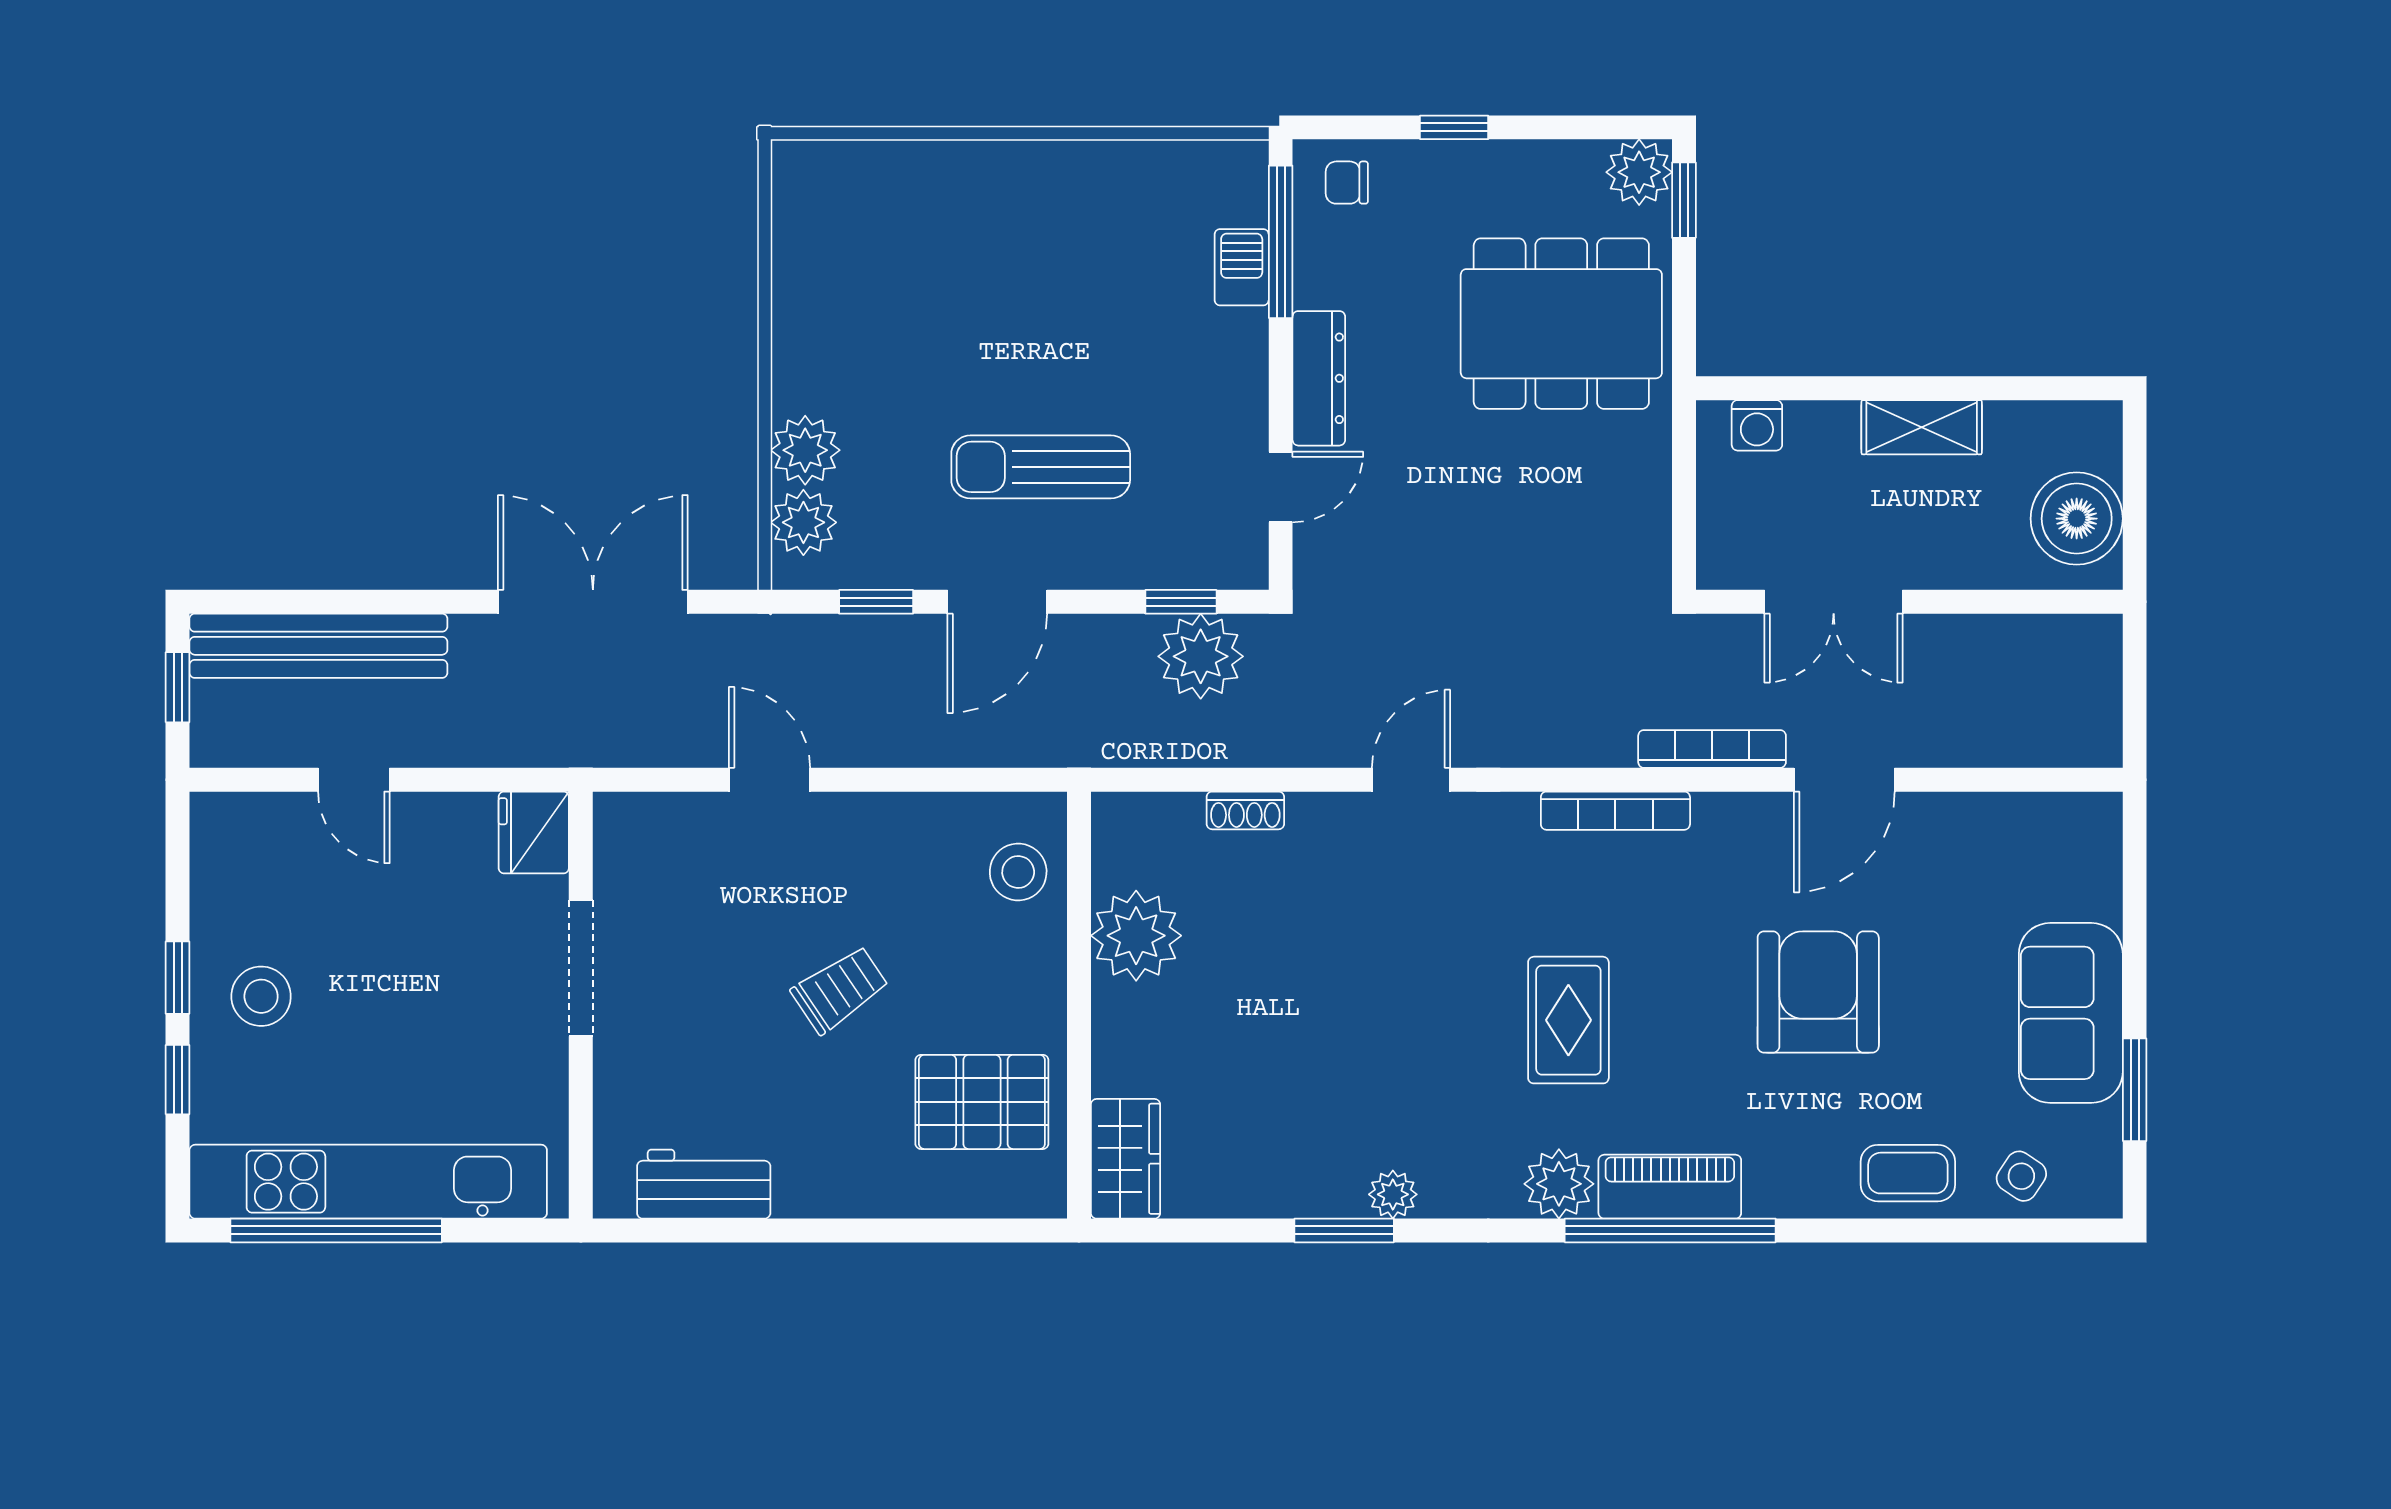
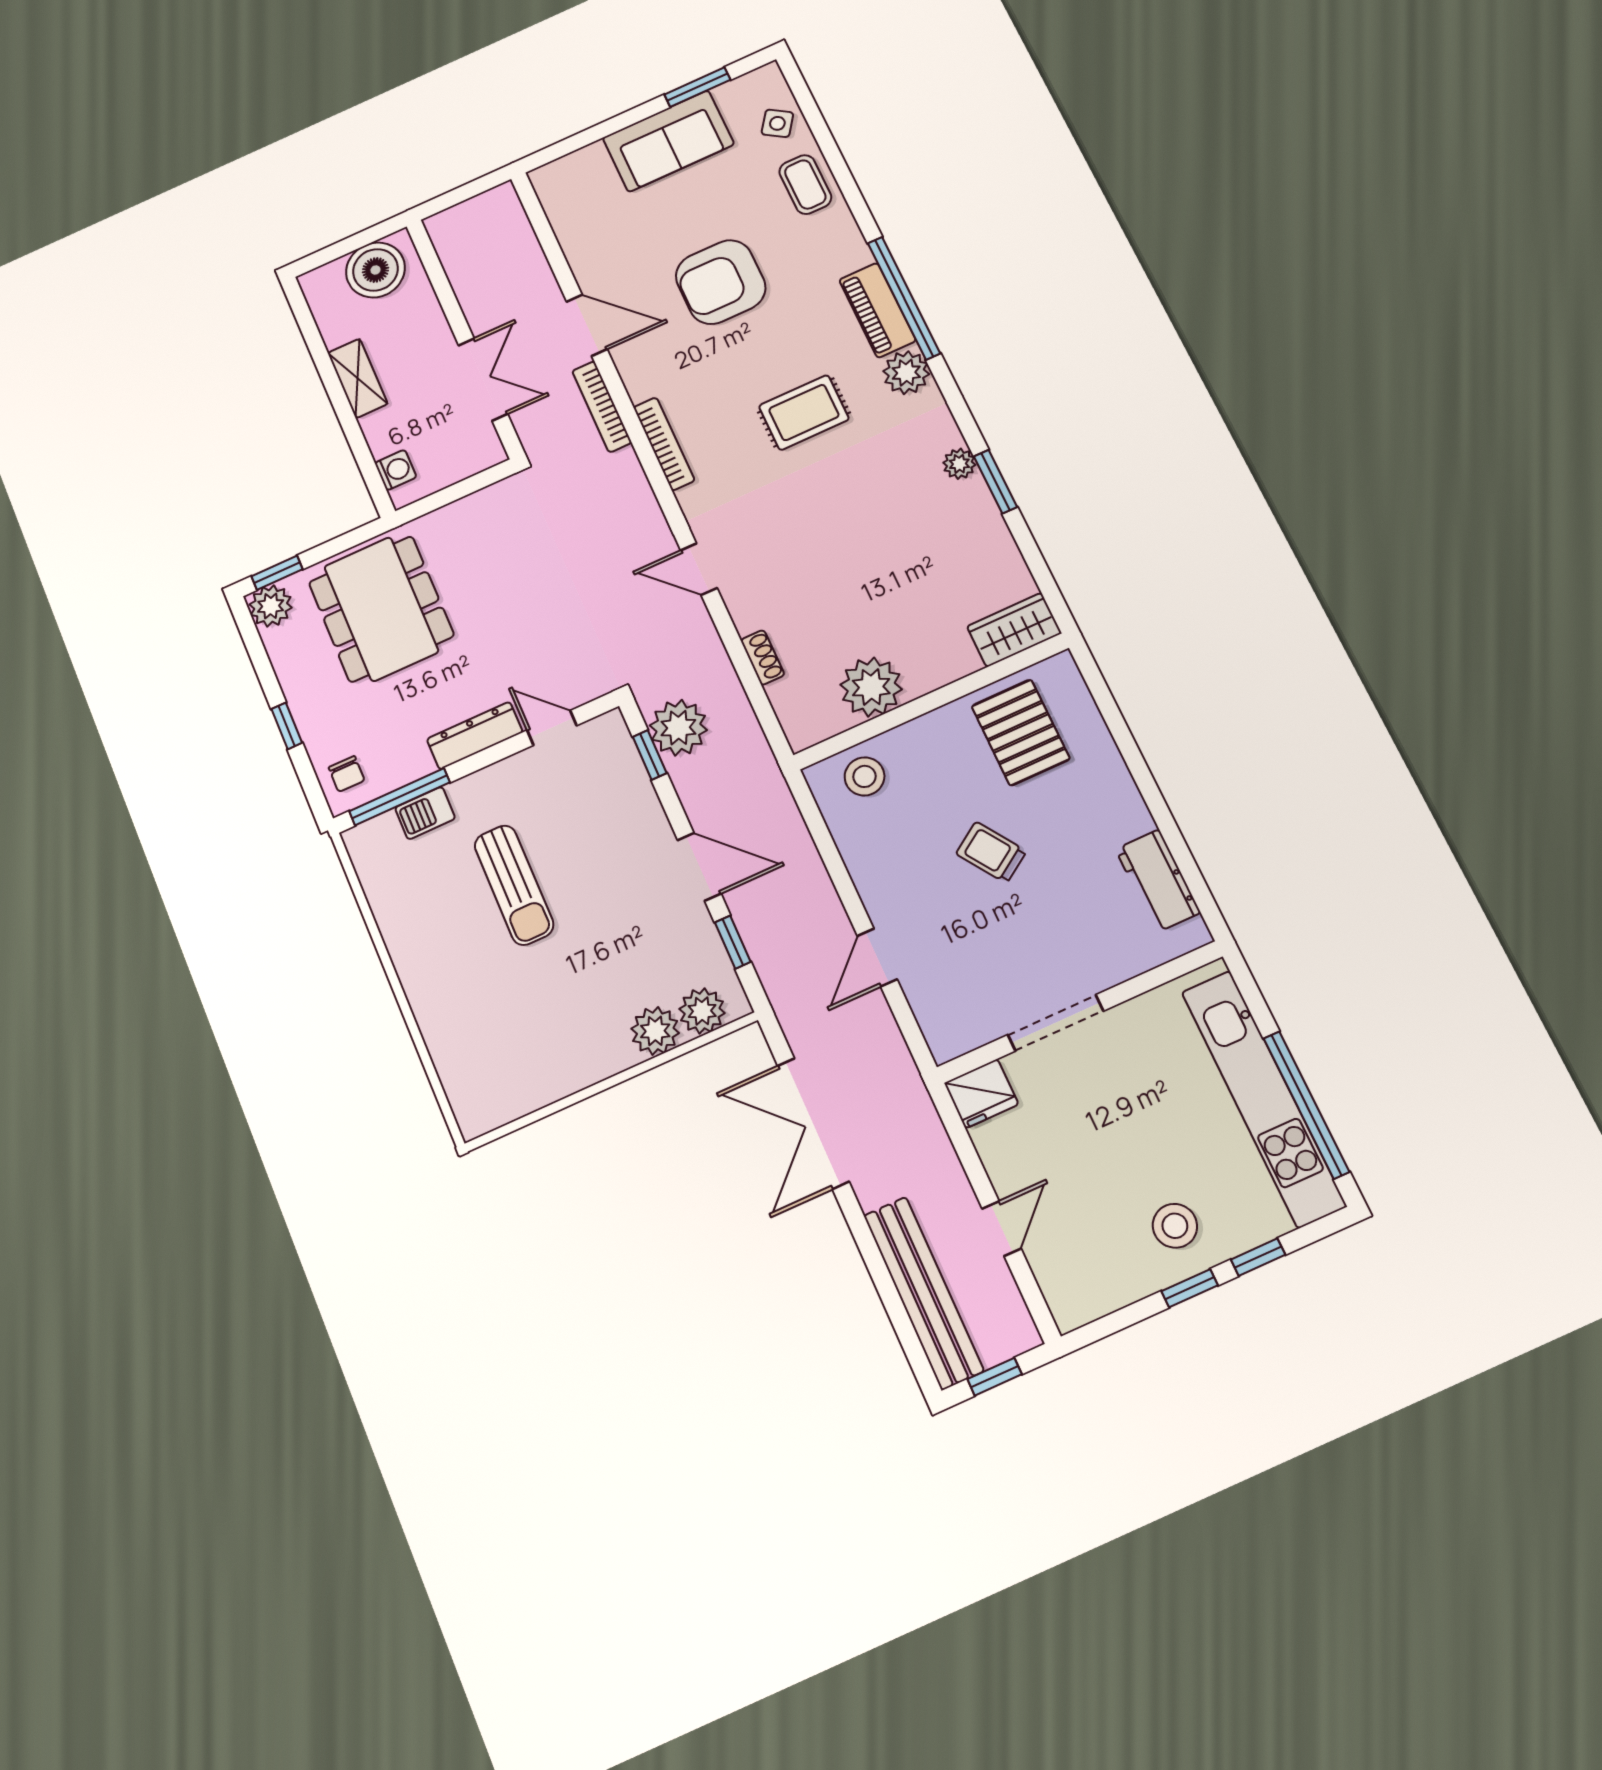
sun lounger: (1041, 467) -> (514, 885), moved

